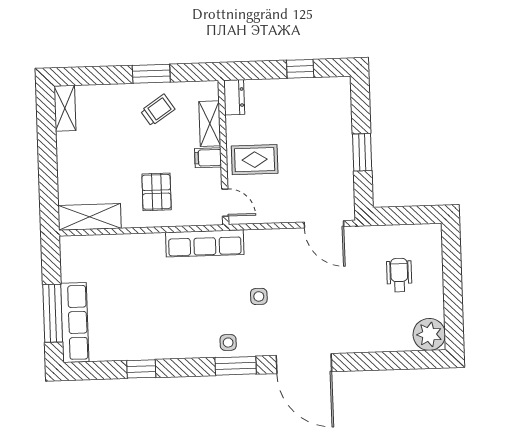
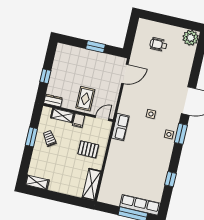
window: (300, 69) -> (45, 76), moved
row of seats: (205, 243) -> (120, 127), width x0.68

